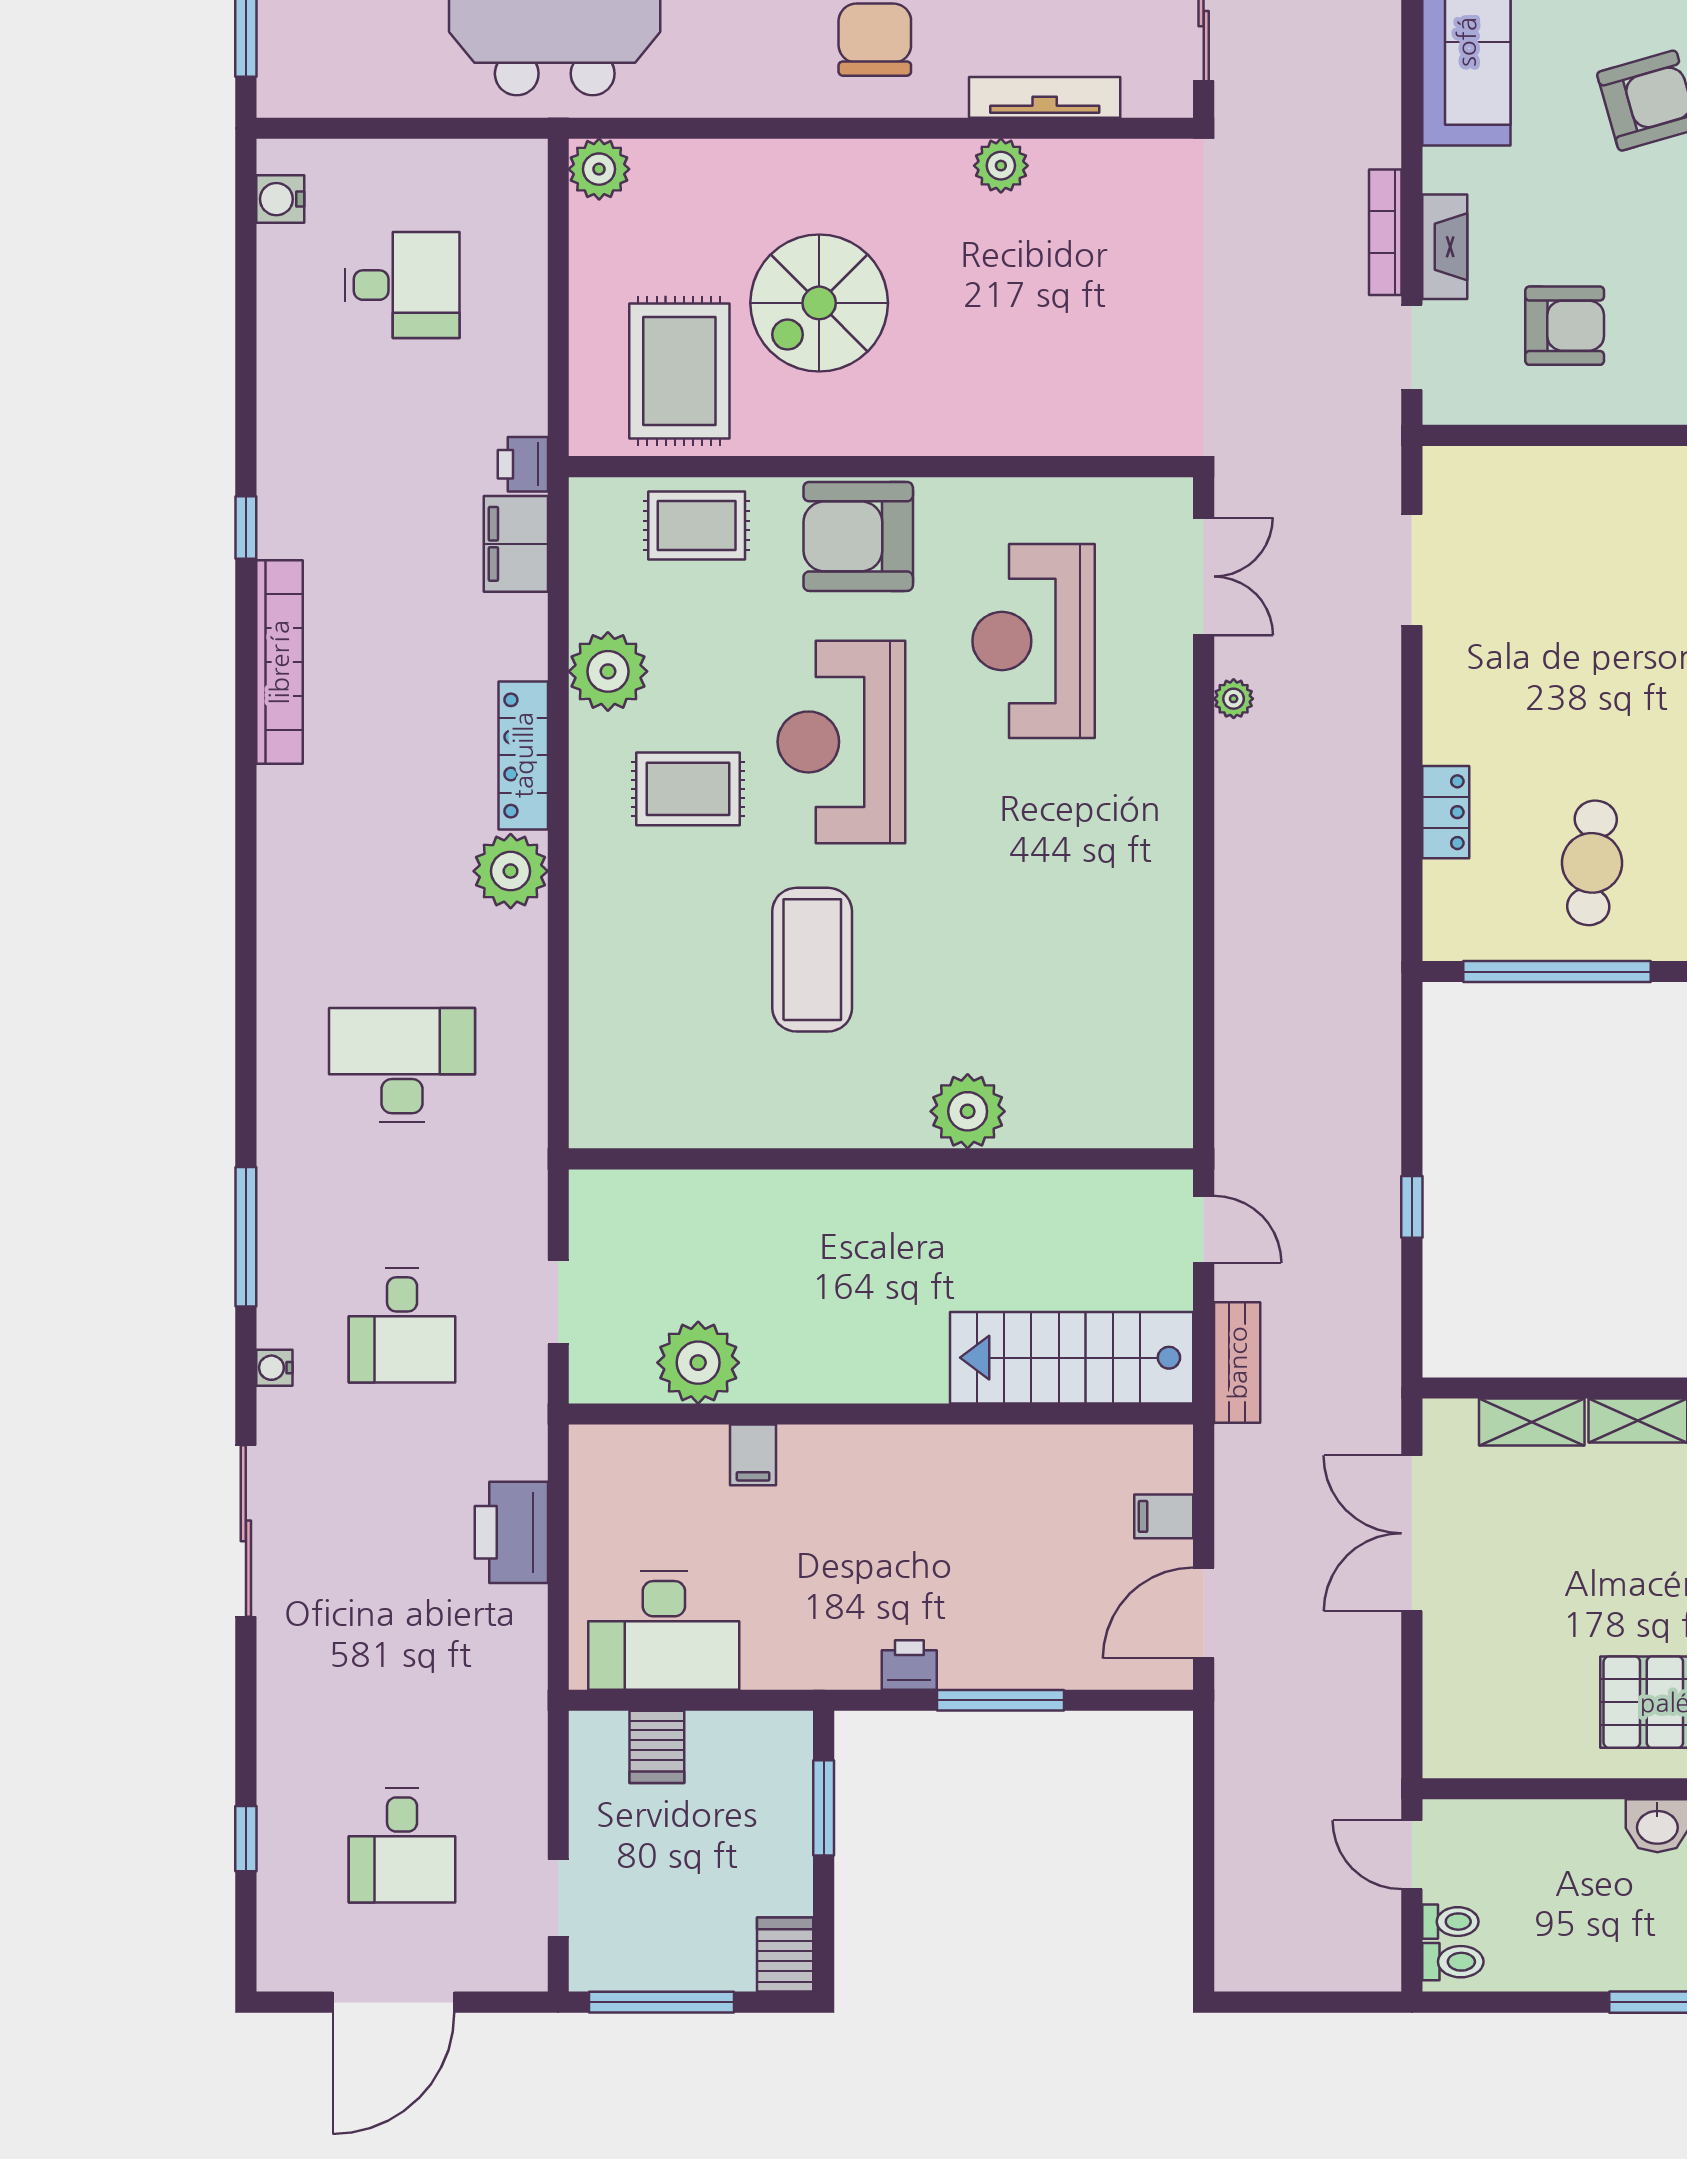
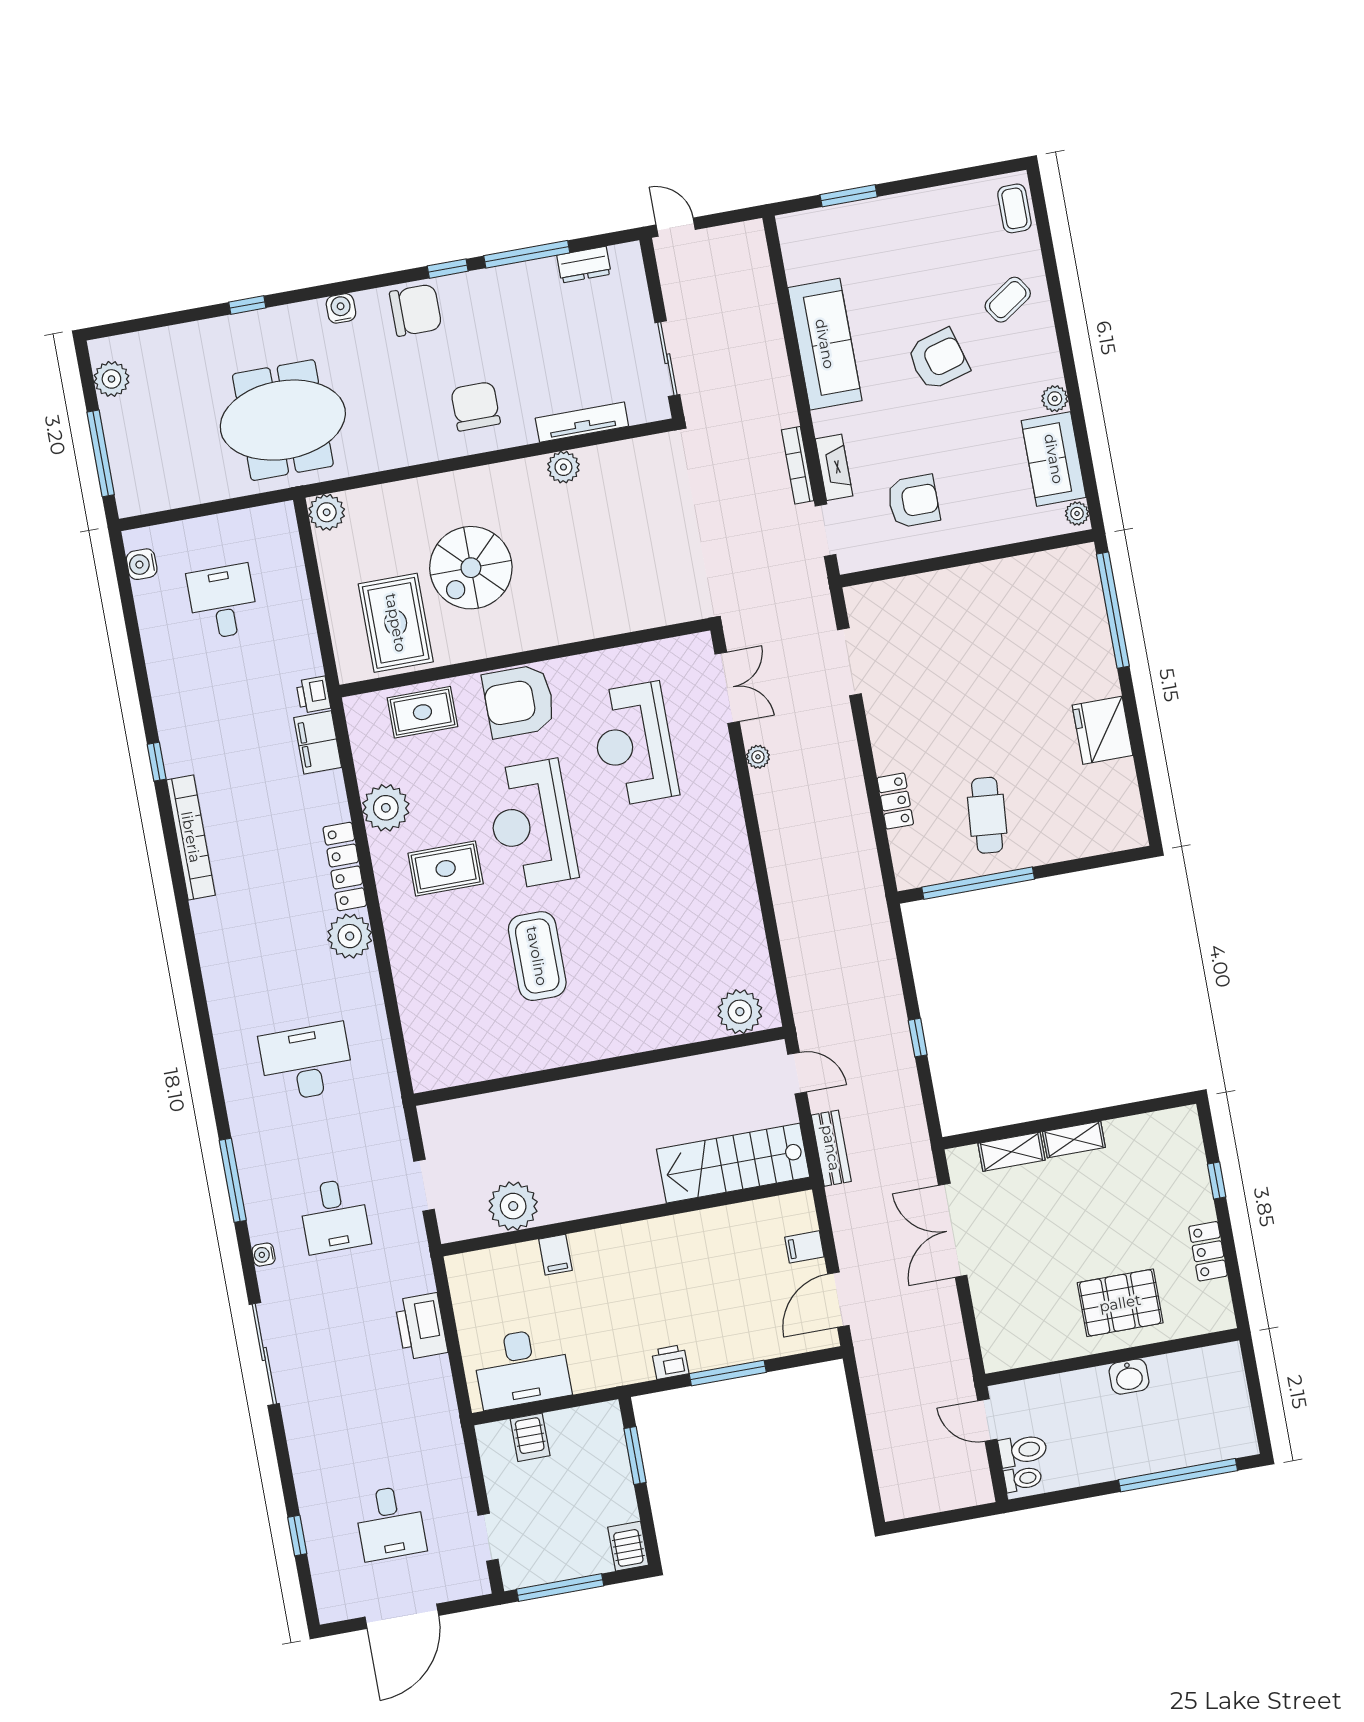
desk: (402, 285) -> (223, 602), turned -90
plant: (968, 1111) -> (740, 1012), moved
toilet: (1450, 1922) -> (1023, 1450), width x1.37, depth x1.39

